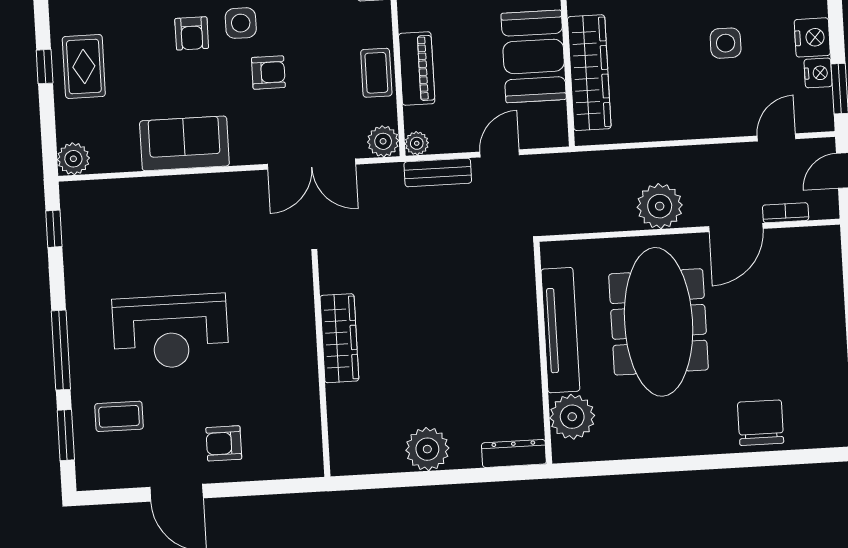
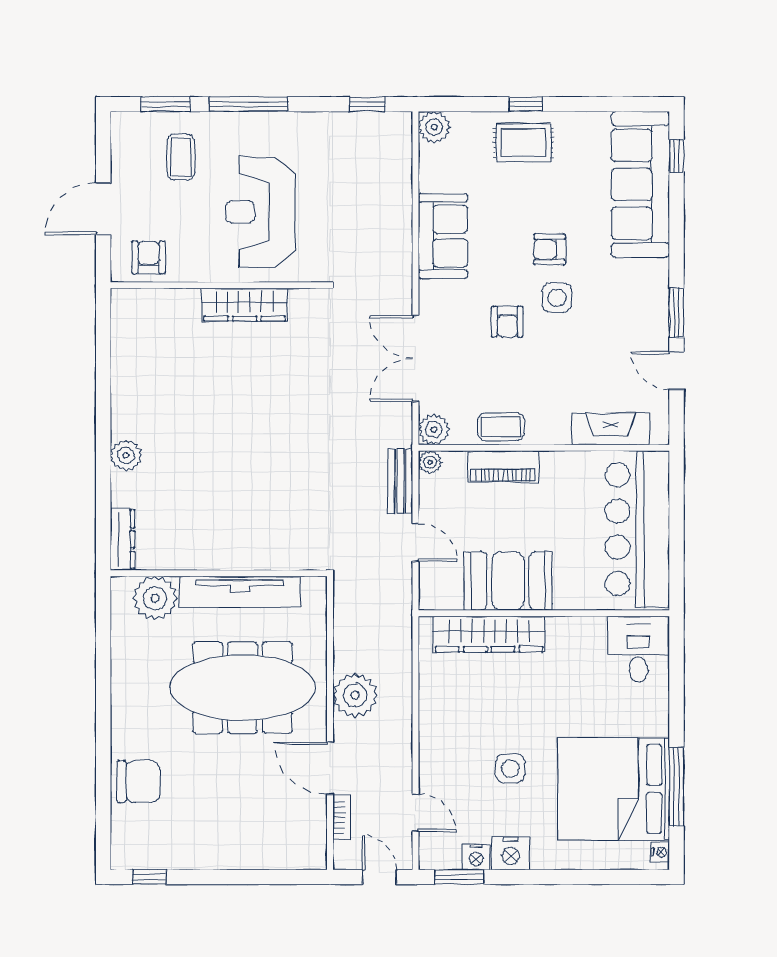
wardrobe: (339, 338) -> (245, 305), moved
wall: (321, 366) -> (219, 285), moved
plant: (427, 449) -> (126, 455), width x0.73, depth x0.73

